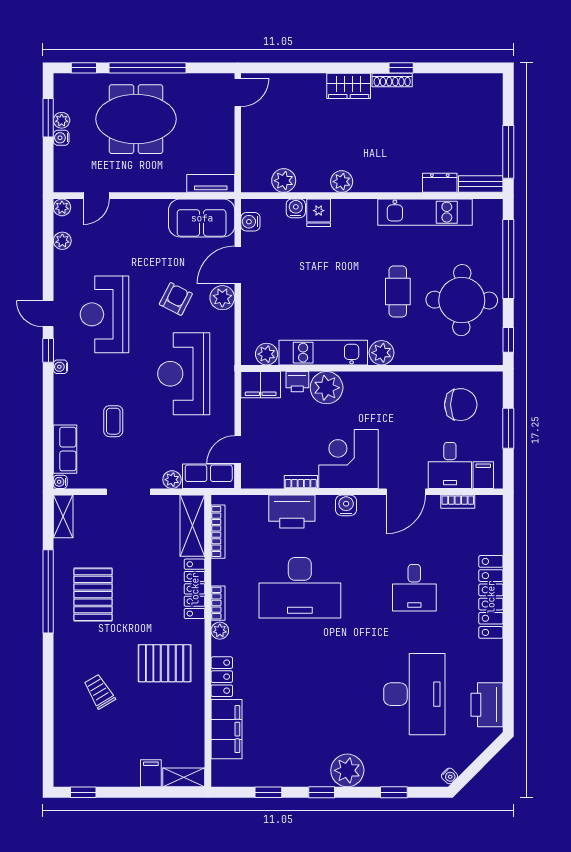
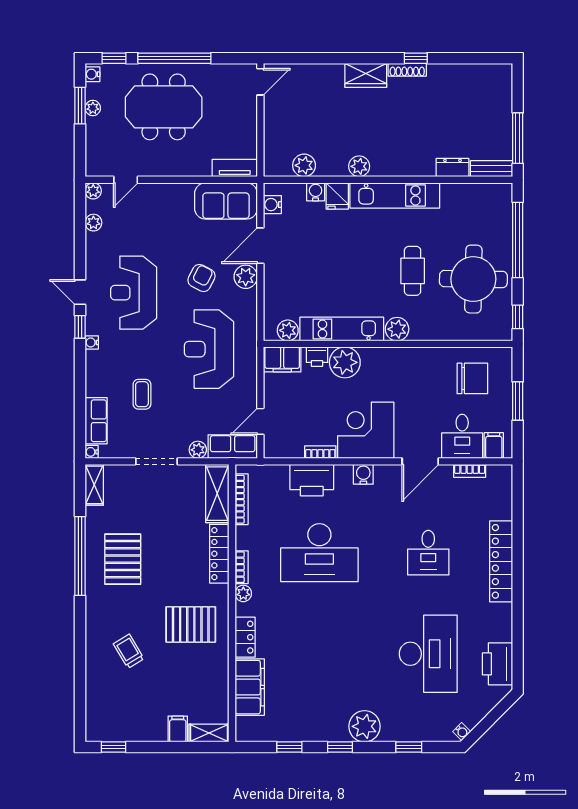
water cooler: (61, 138) -> (92, 74), moved
kitchen unit: (425, 212) -> (395, 195), moved

